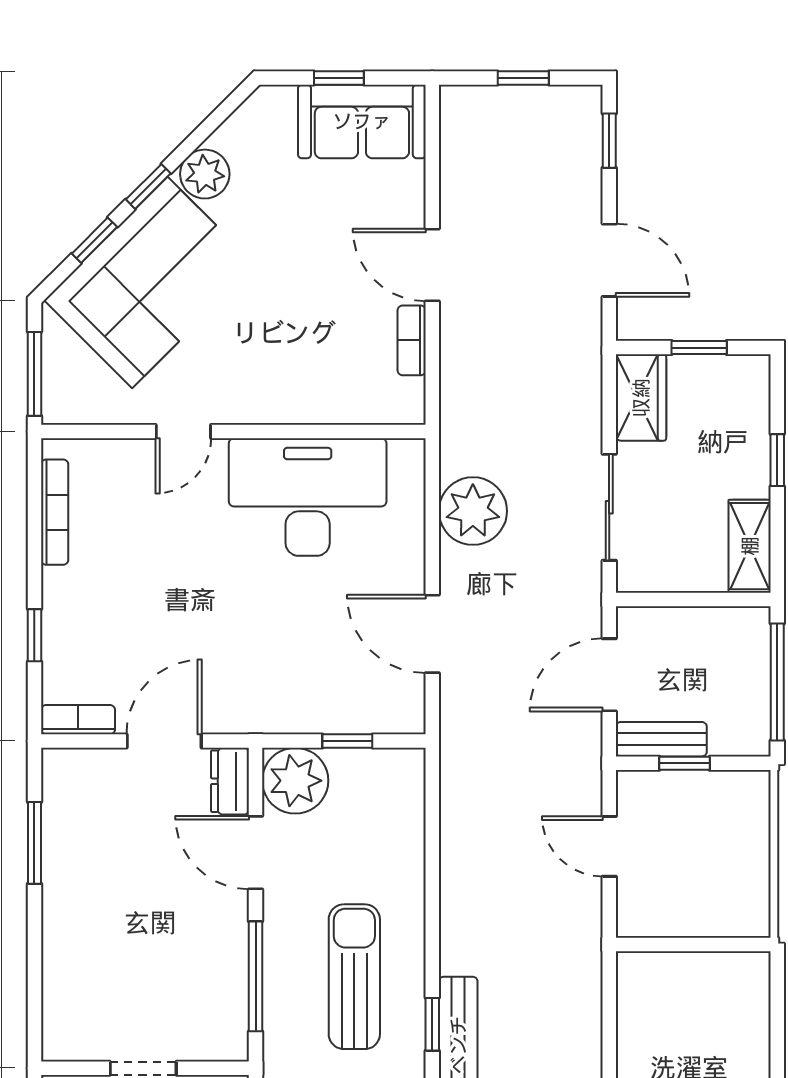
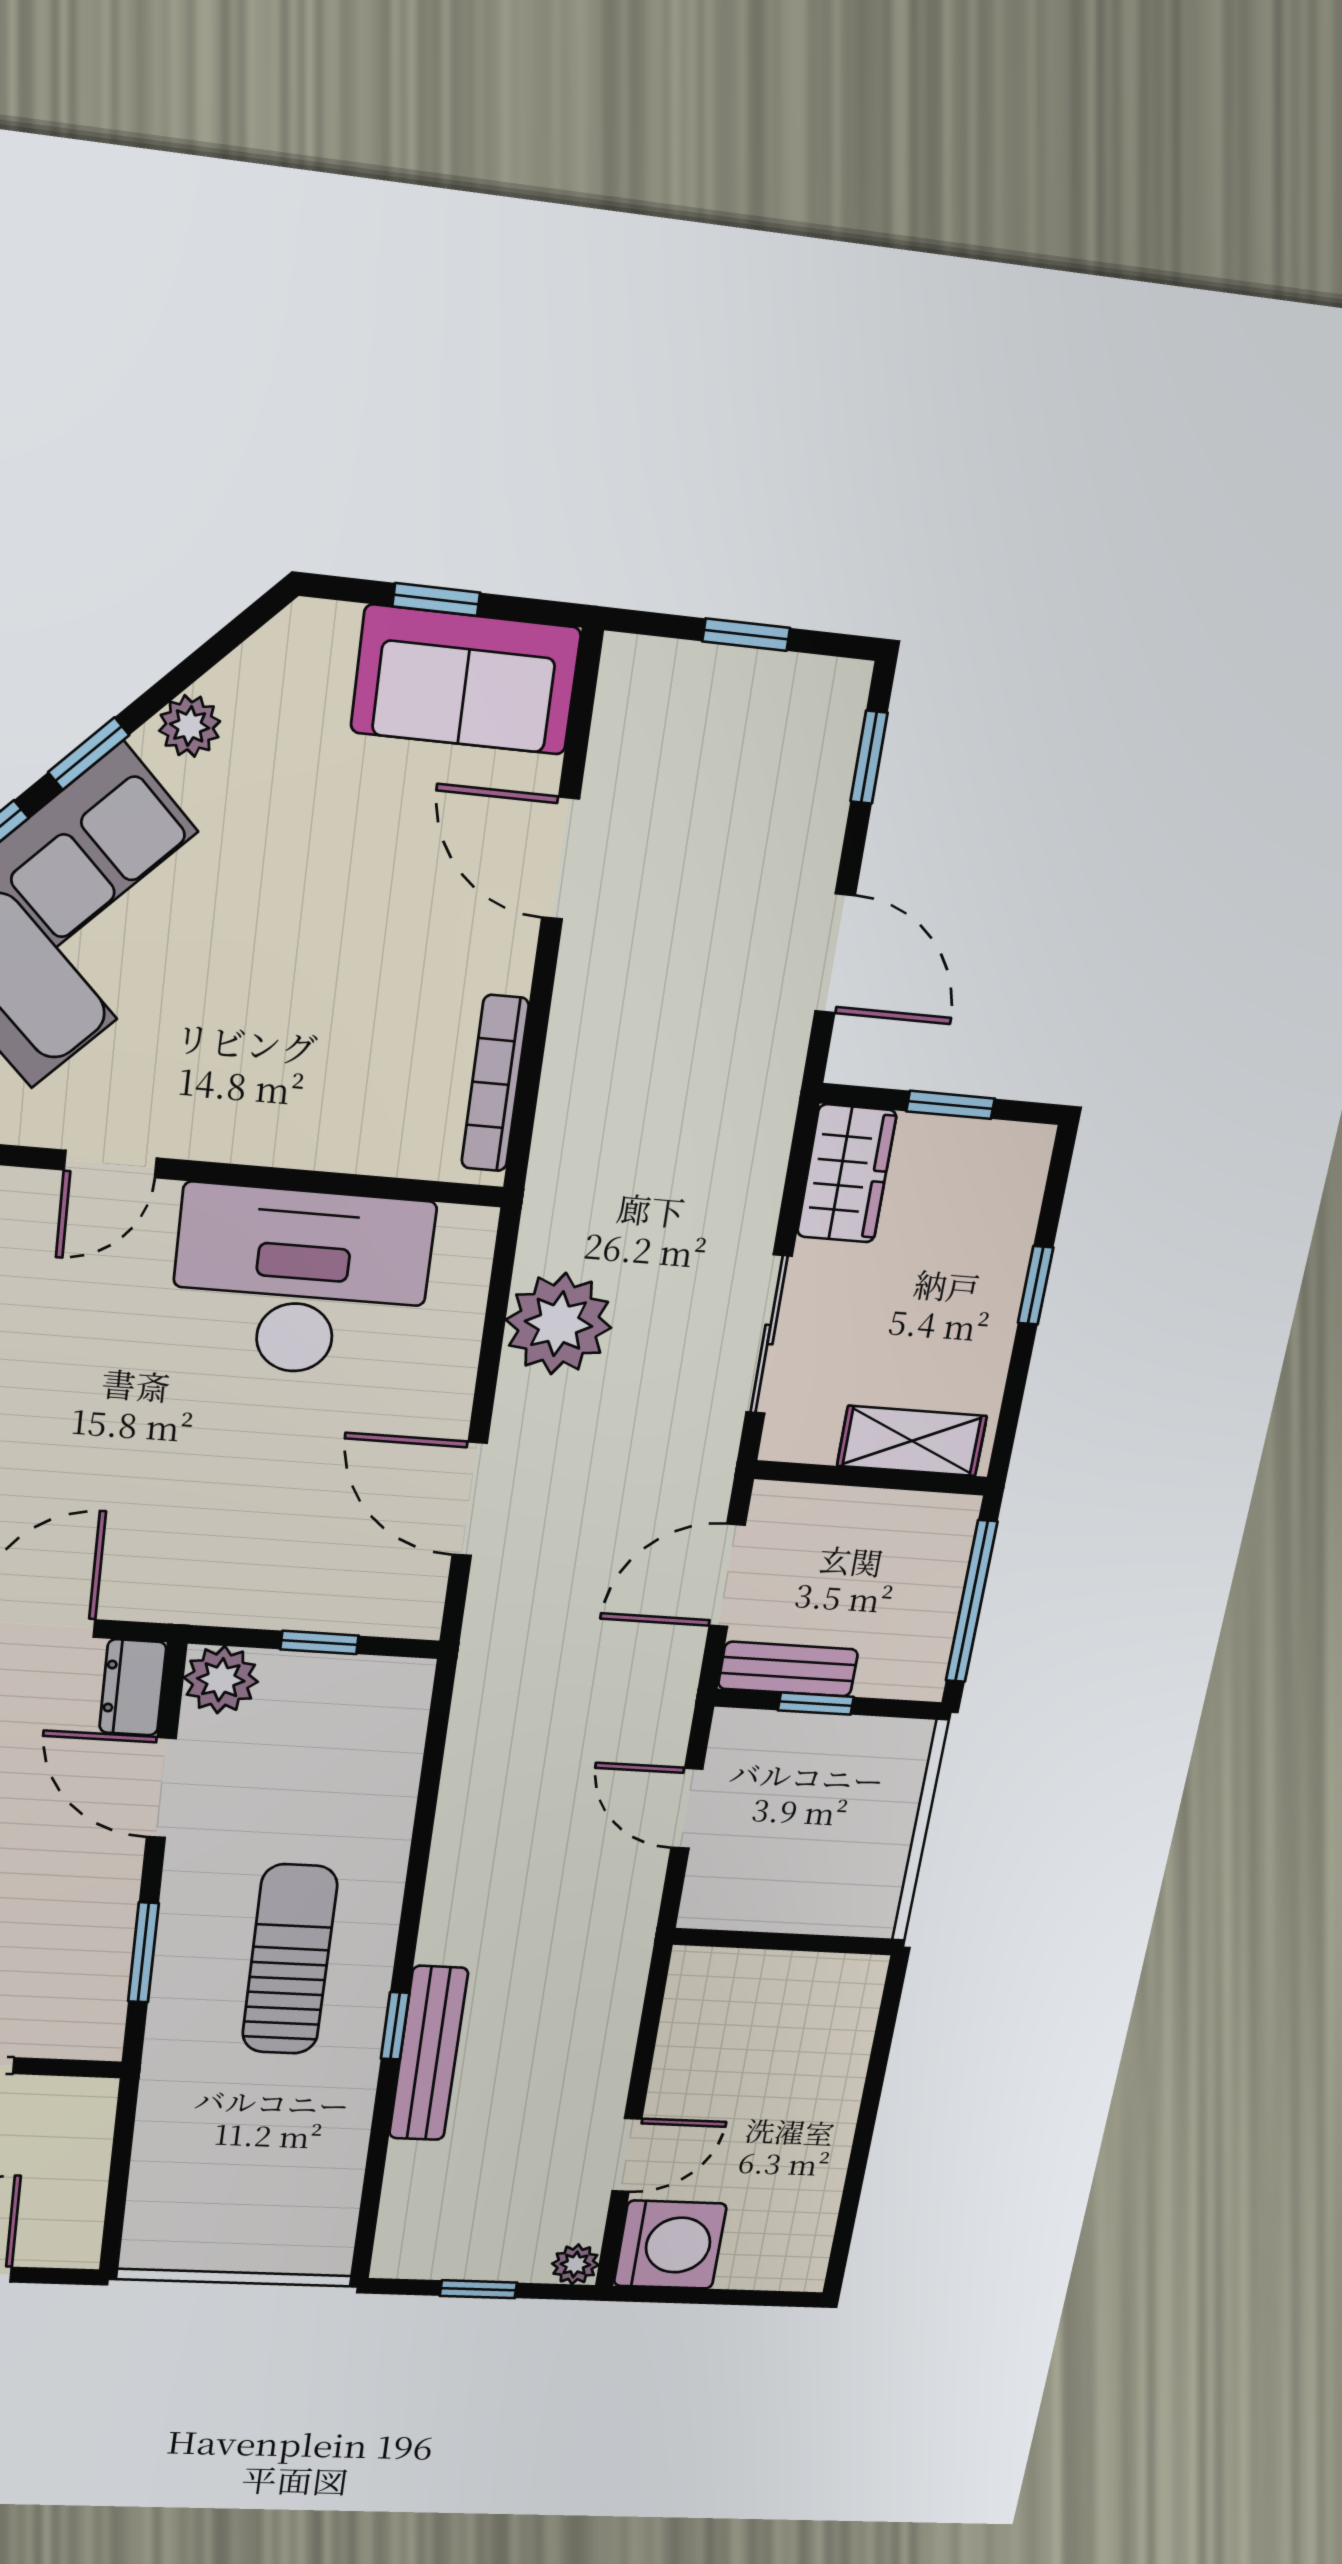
plant: (205, 174) -> (190, 726), width x0.73, depth x0.73
door: (432, 265) -> (560, 858), moved
bookcase: (412, 340) -> (495, 1084), width x1.56
shelving: (750, 546) -> (912, 1441), moved, turned 90
plant: (295, 781) -> (221, 1680), width x0.73, depth x0.73
window: (256, 976) -> (143, 1952), width x0.69

